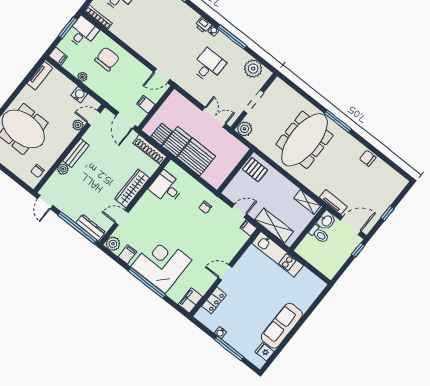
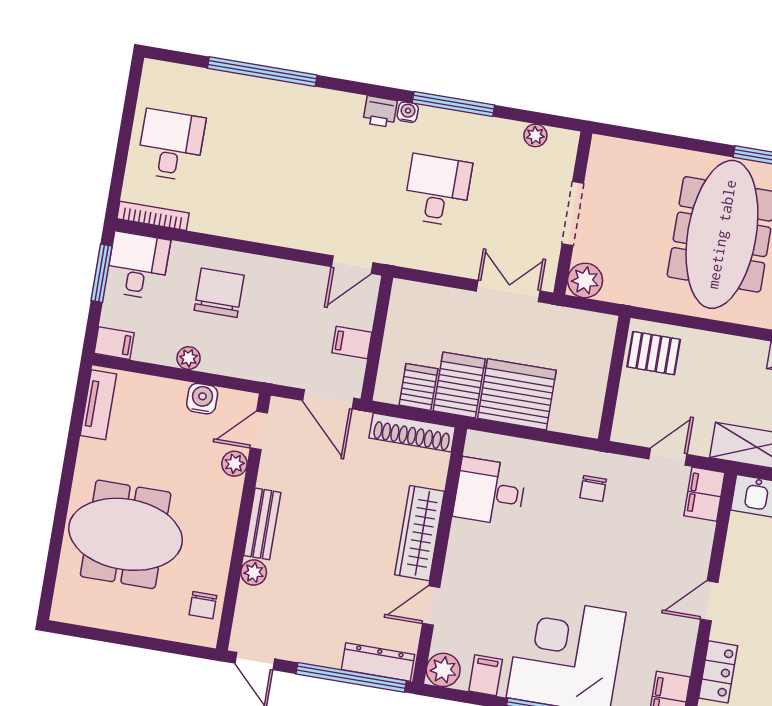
plant: (253, 69) -> (535, 135), width x0.53, depth x0.53
filing cabinet: (248, 228) -> (704, 494), width x2.00

